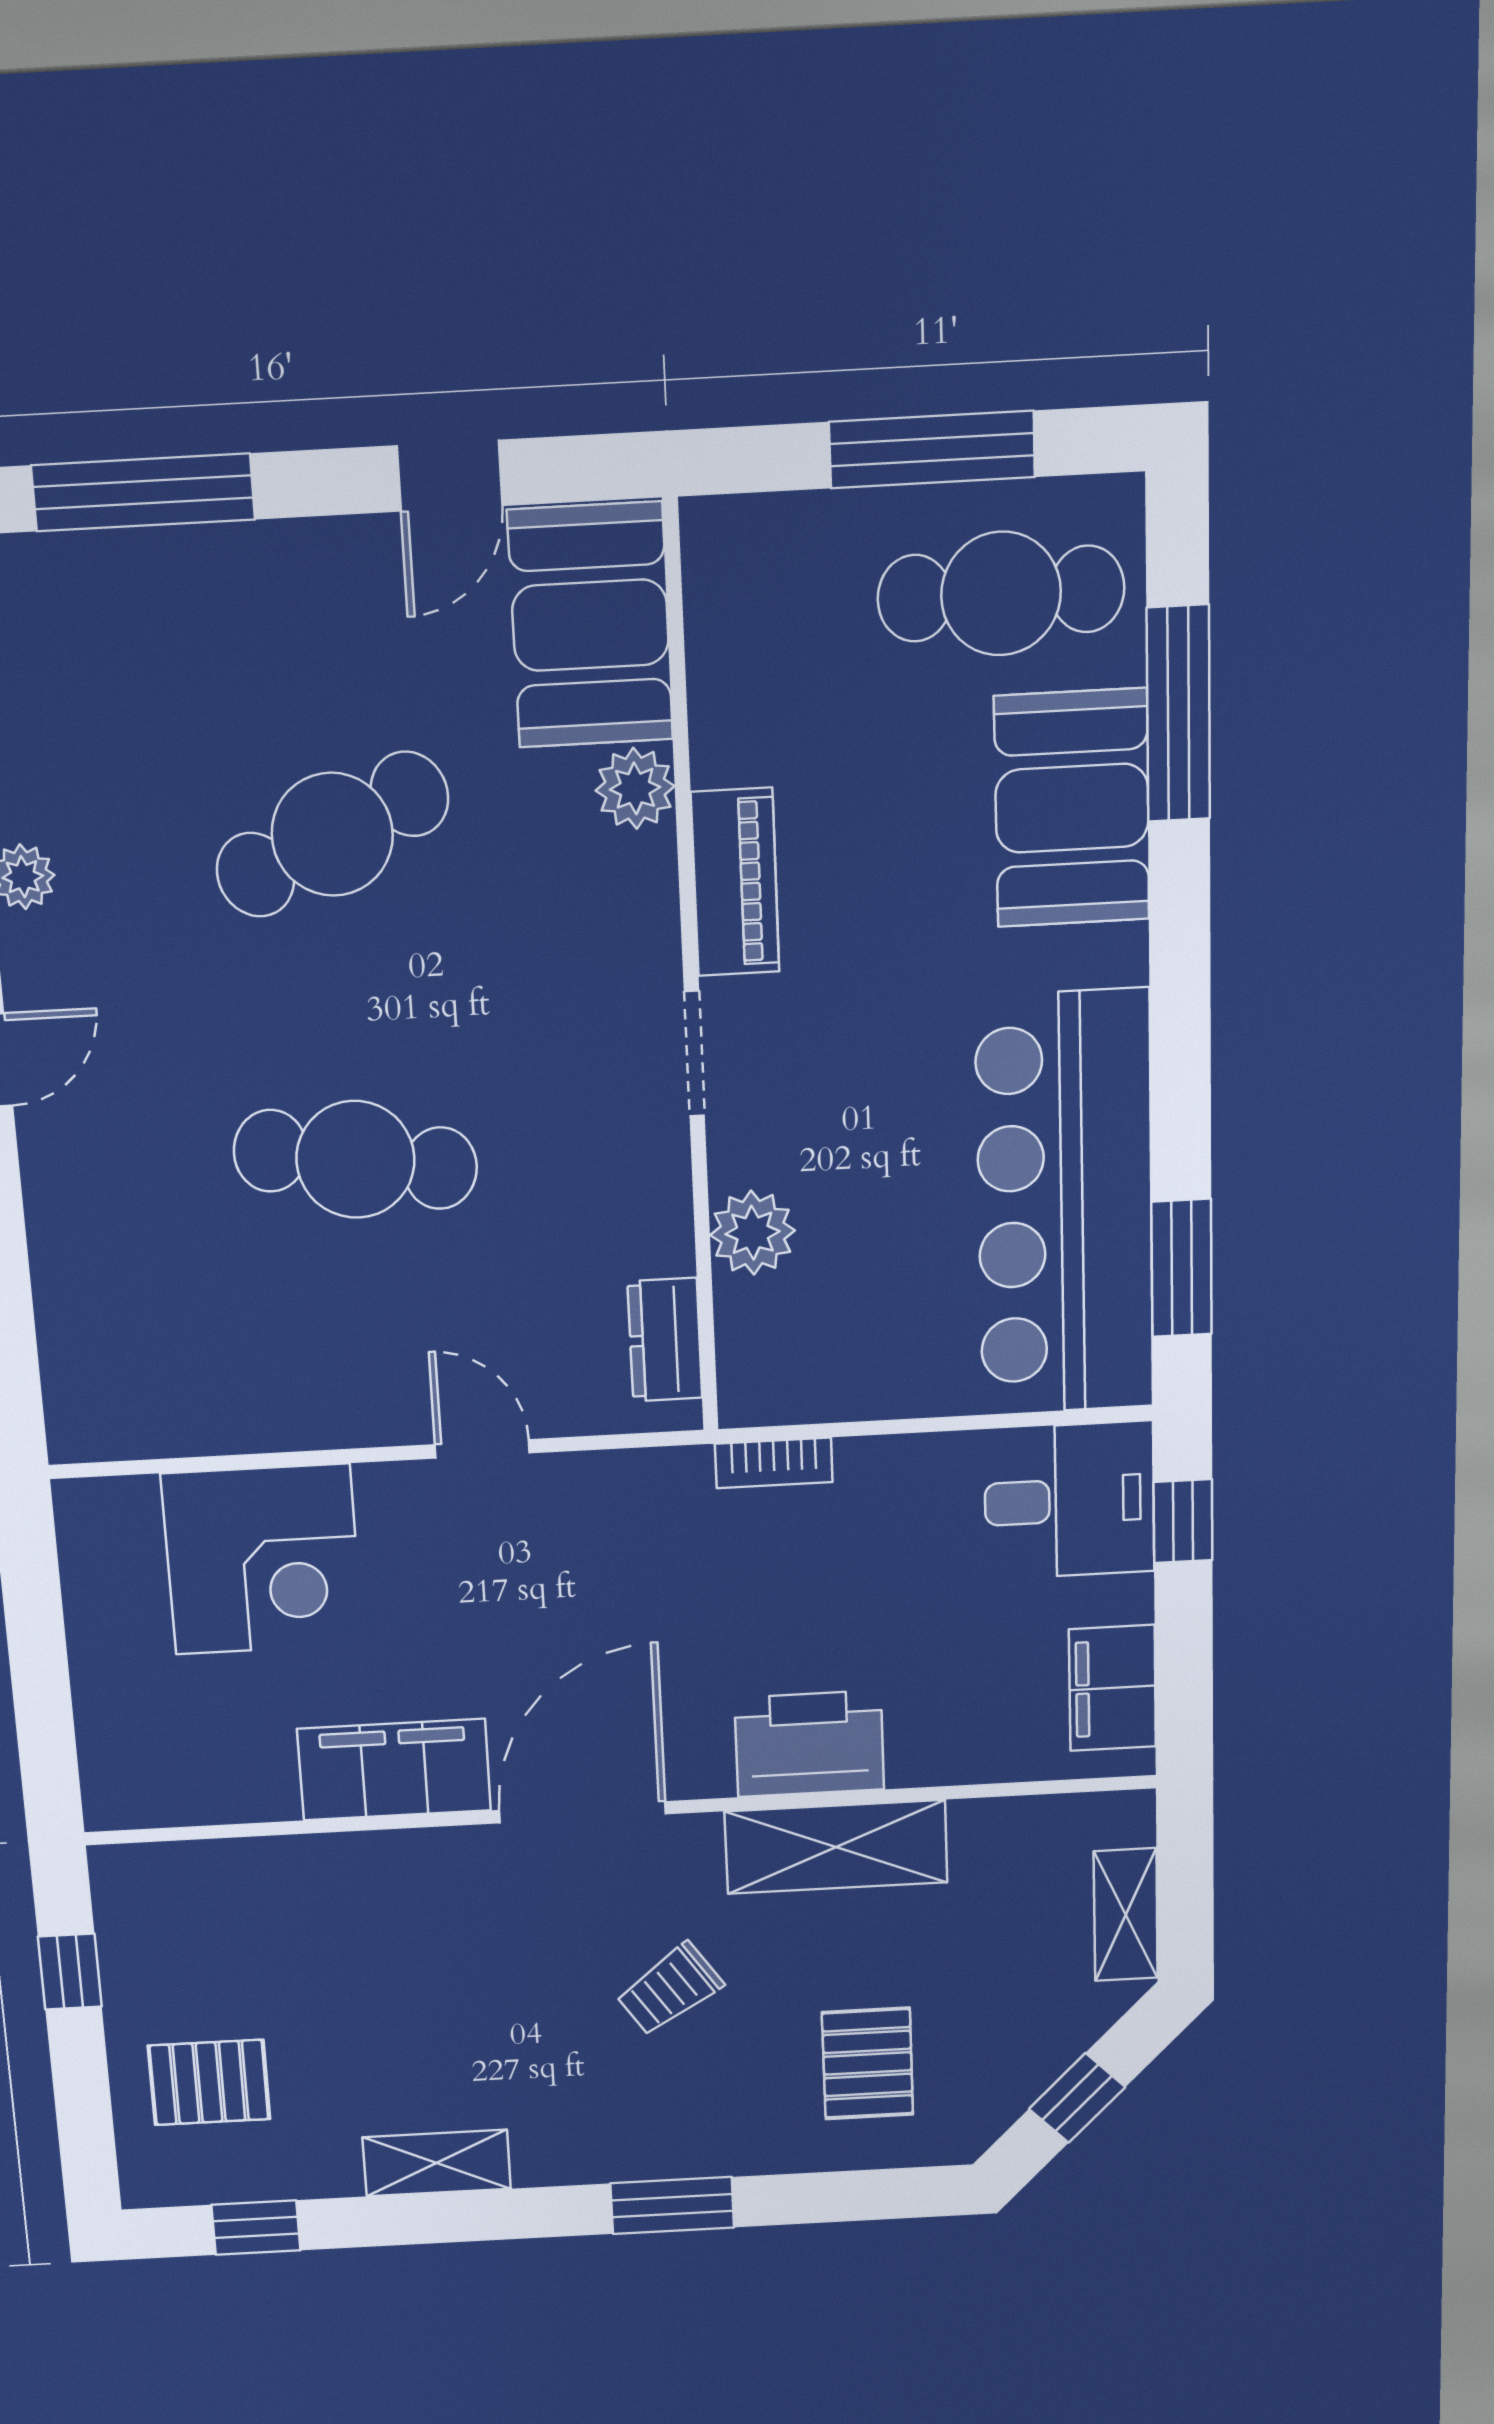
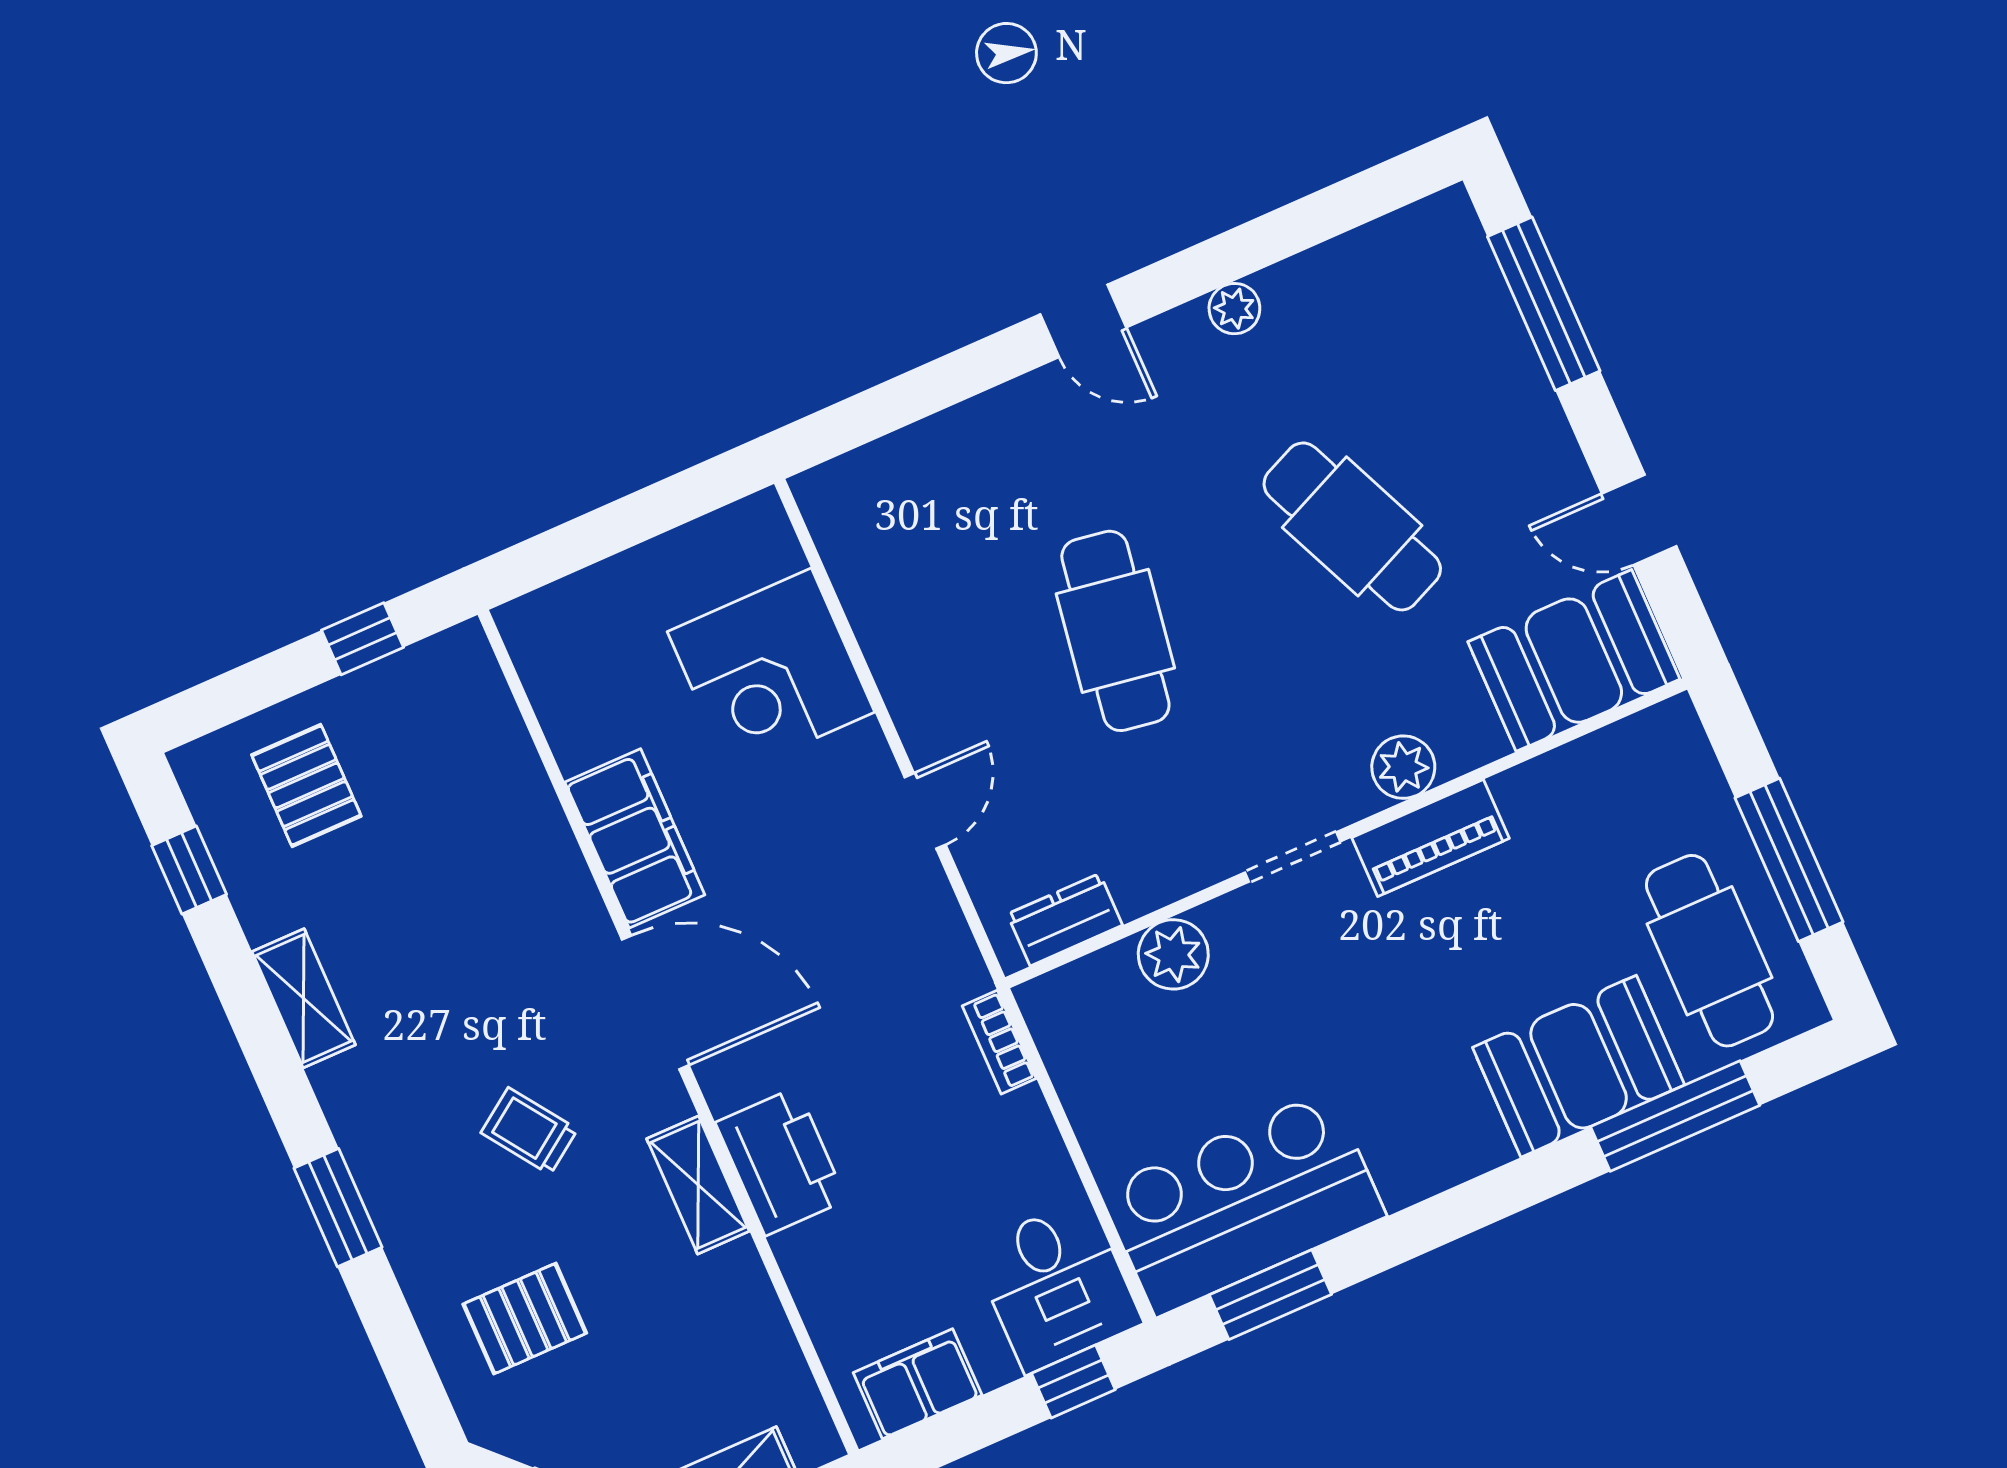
plant: (635, 788) -> (1403, 767), moved
bar counter: (1065, 1204) -> (1243, 1203), width x0.73
shelving: (836, 1847) -> (698, 1185), width x0.67, depth x0.75

